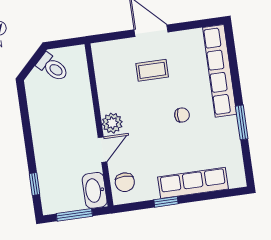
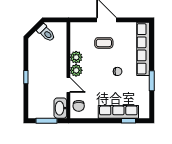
plant: (109, 101) -> (76, 57), added
door: (103, 150) -> (68, 85), hinge flipped
window: (35, 184) -> (26, 77), moved
window: (166, 202) -> (128, 121), moved

